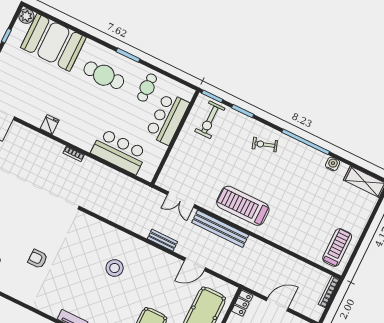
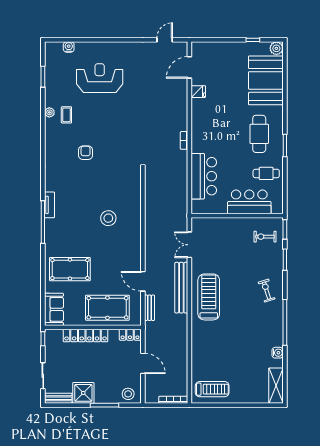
exercise bike: (210, 120) -> (265, 237), width x0.73, depth x0.72
fridge: (50, 124) -> (198, 92), moved
bench: (162, 240) -> (149, 308), moved

